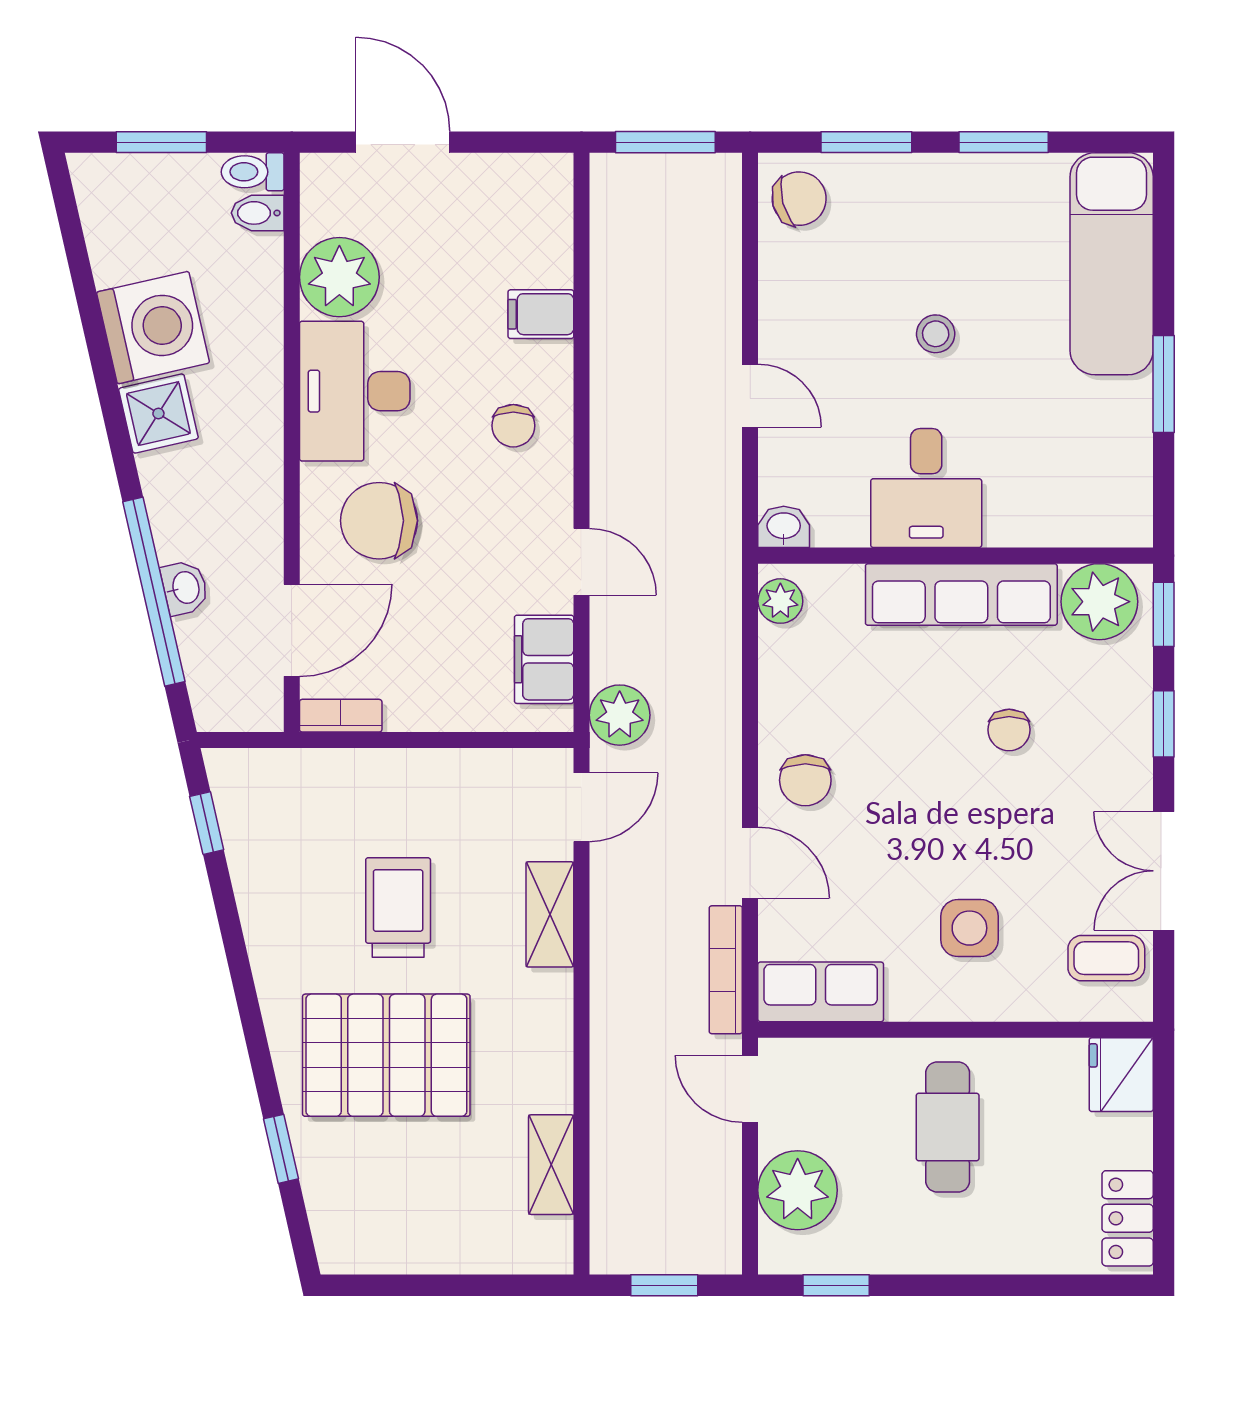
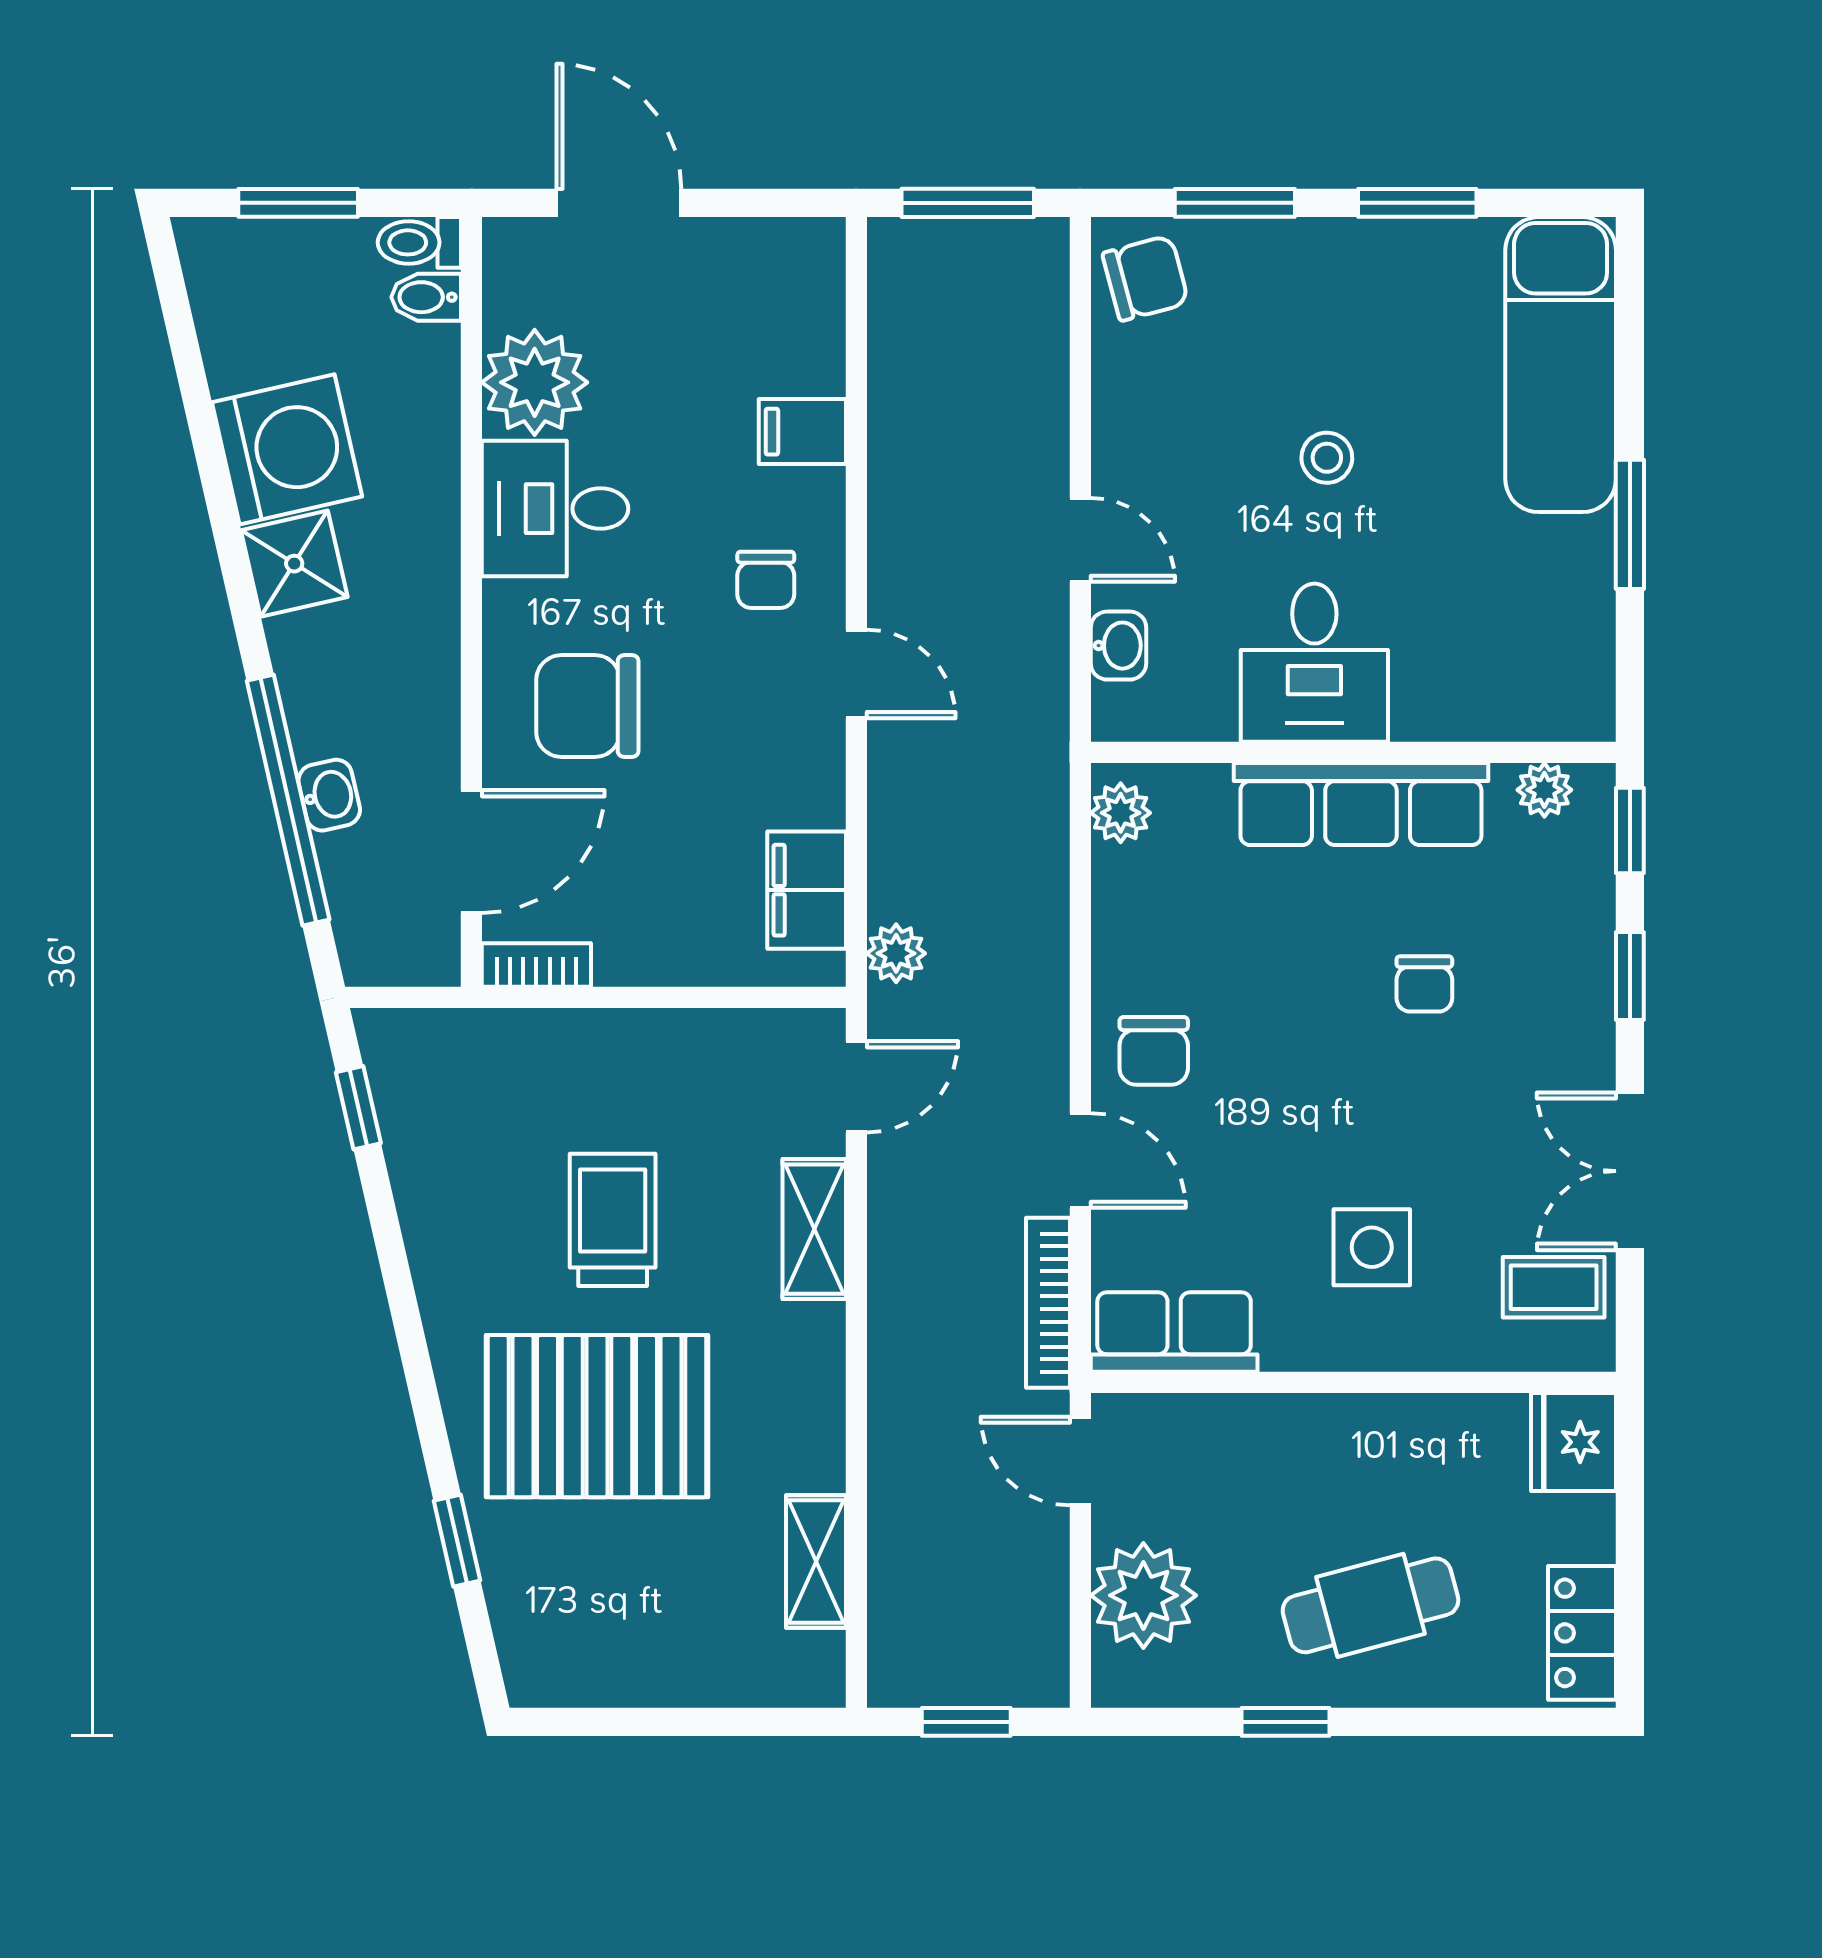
desk: (355, 391) -> (555, 509), width x0.73
washbasin: (784, 527) -> (1118, 646), moved, turned 90
door: (581, 562) -> (856, 674), moved
plant: (1099, 602) -> (1544, 790), width x0.53, depth x0.53
plant: (620, 715) -> (896, 953), width x0.73, depth x0.73
cafe table: (948, 1127) -> (1370, 1605), moved, turned 75
window: (836, 1285) -> (1286, 1722), moved

